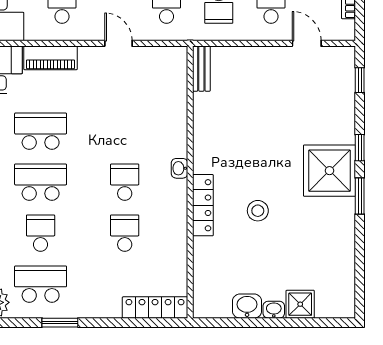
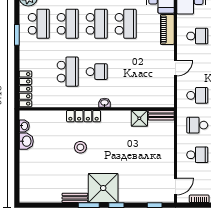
door: (307, 43) -> (176, 186), moved
bench: (347, 220) -> (75, 198), added
school desk: (41, 233) -> (68, 24), width x1.85
school desk: (125, 233) -> (68, 72), width x1.85
shower: (300, 304) -> (139, 118), moved
washbasin: (274, 310) -> (24, 126), moved

